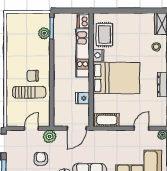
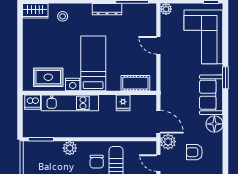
plant: (44, 33) -> (70, 148), moved
bed: (116, 78) -> (93, 63), width x0.67
cot: (107, 120) -> (135, 83), moved, turned 90
door: (77, 128) -> (158, 122), moved
door: (142, 128) -> (158, 45), moved

